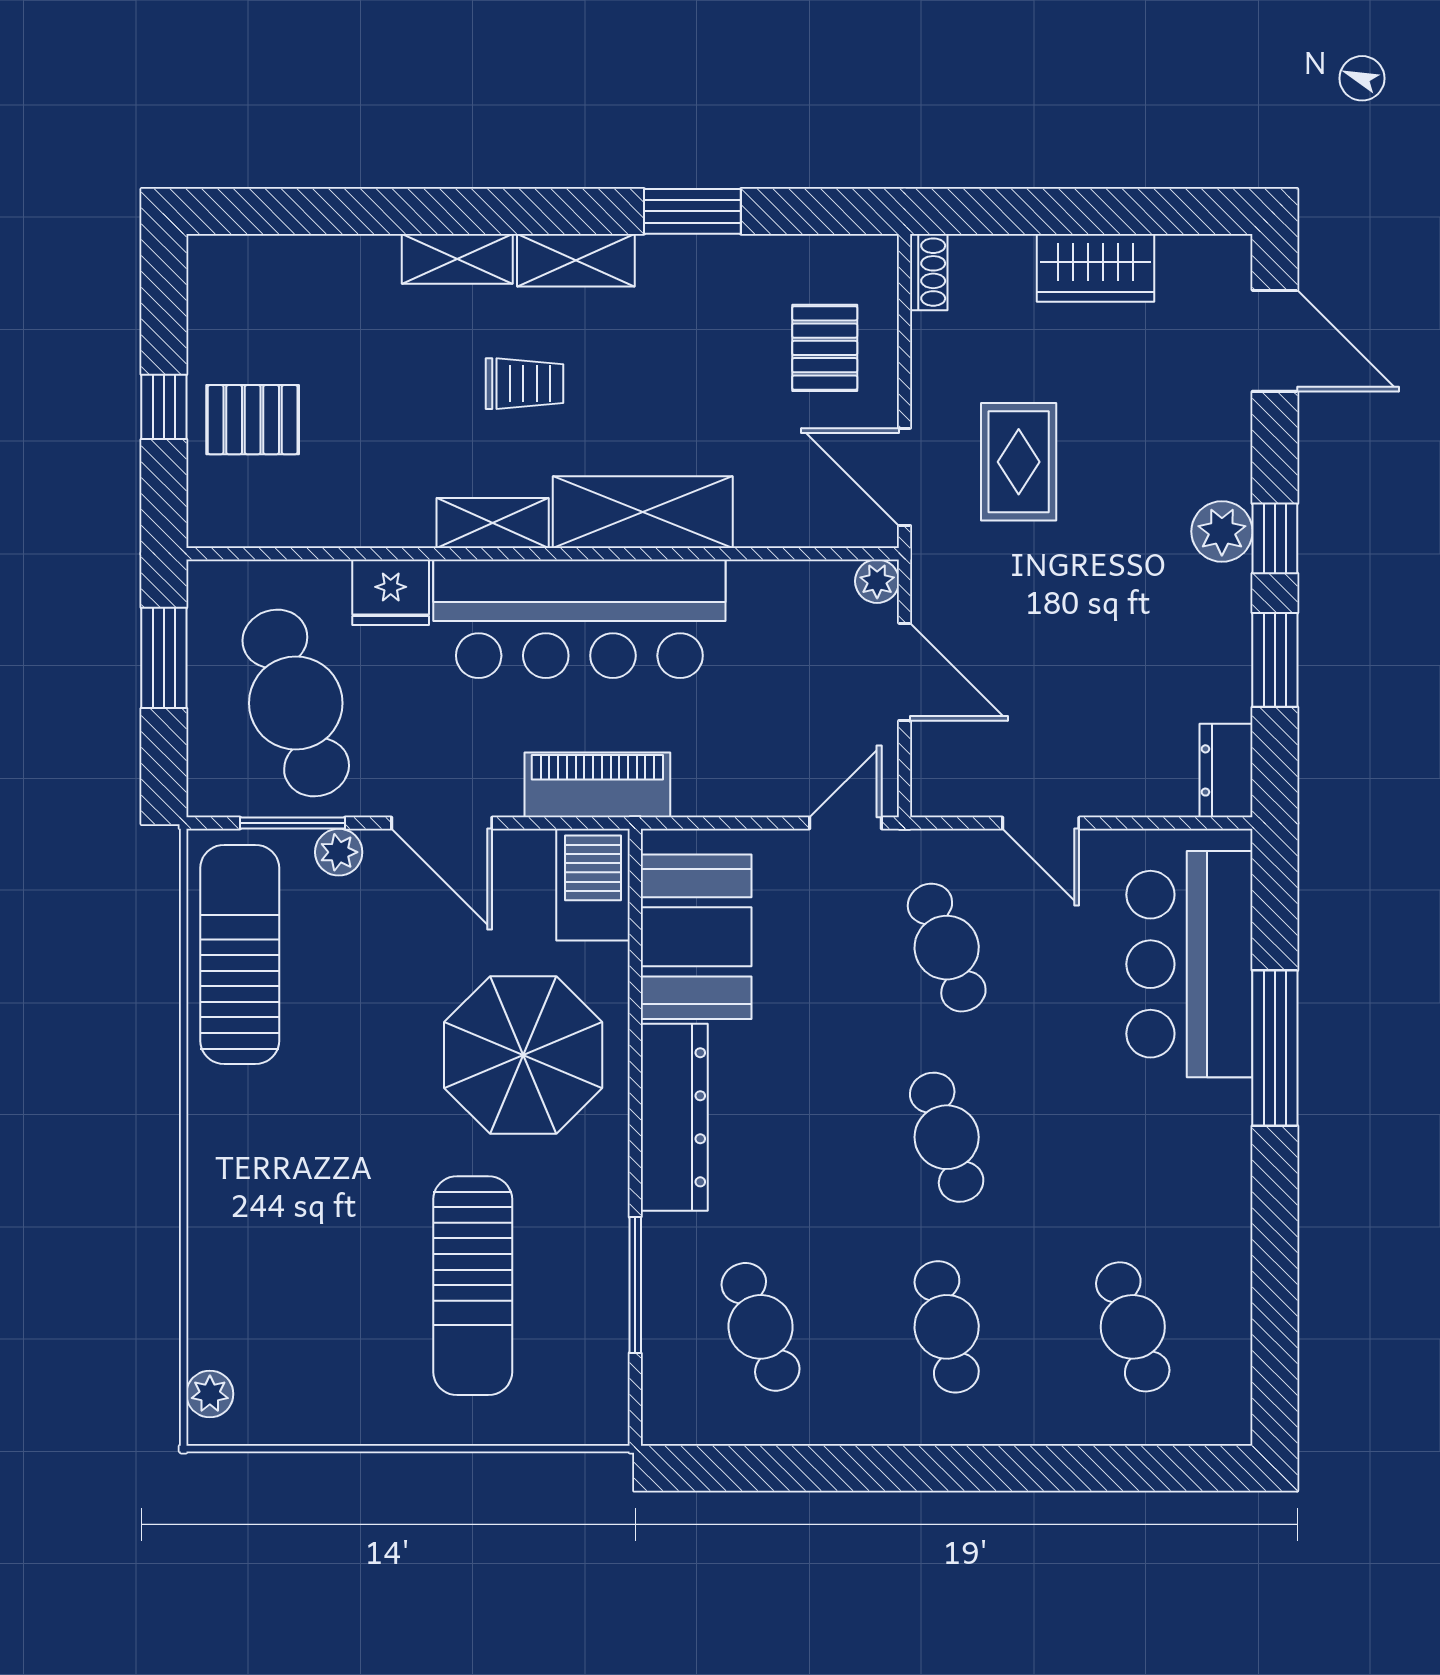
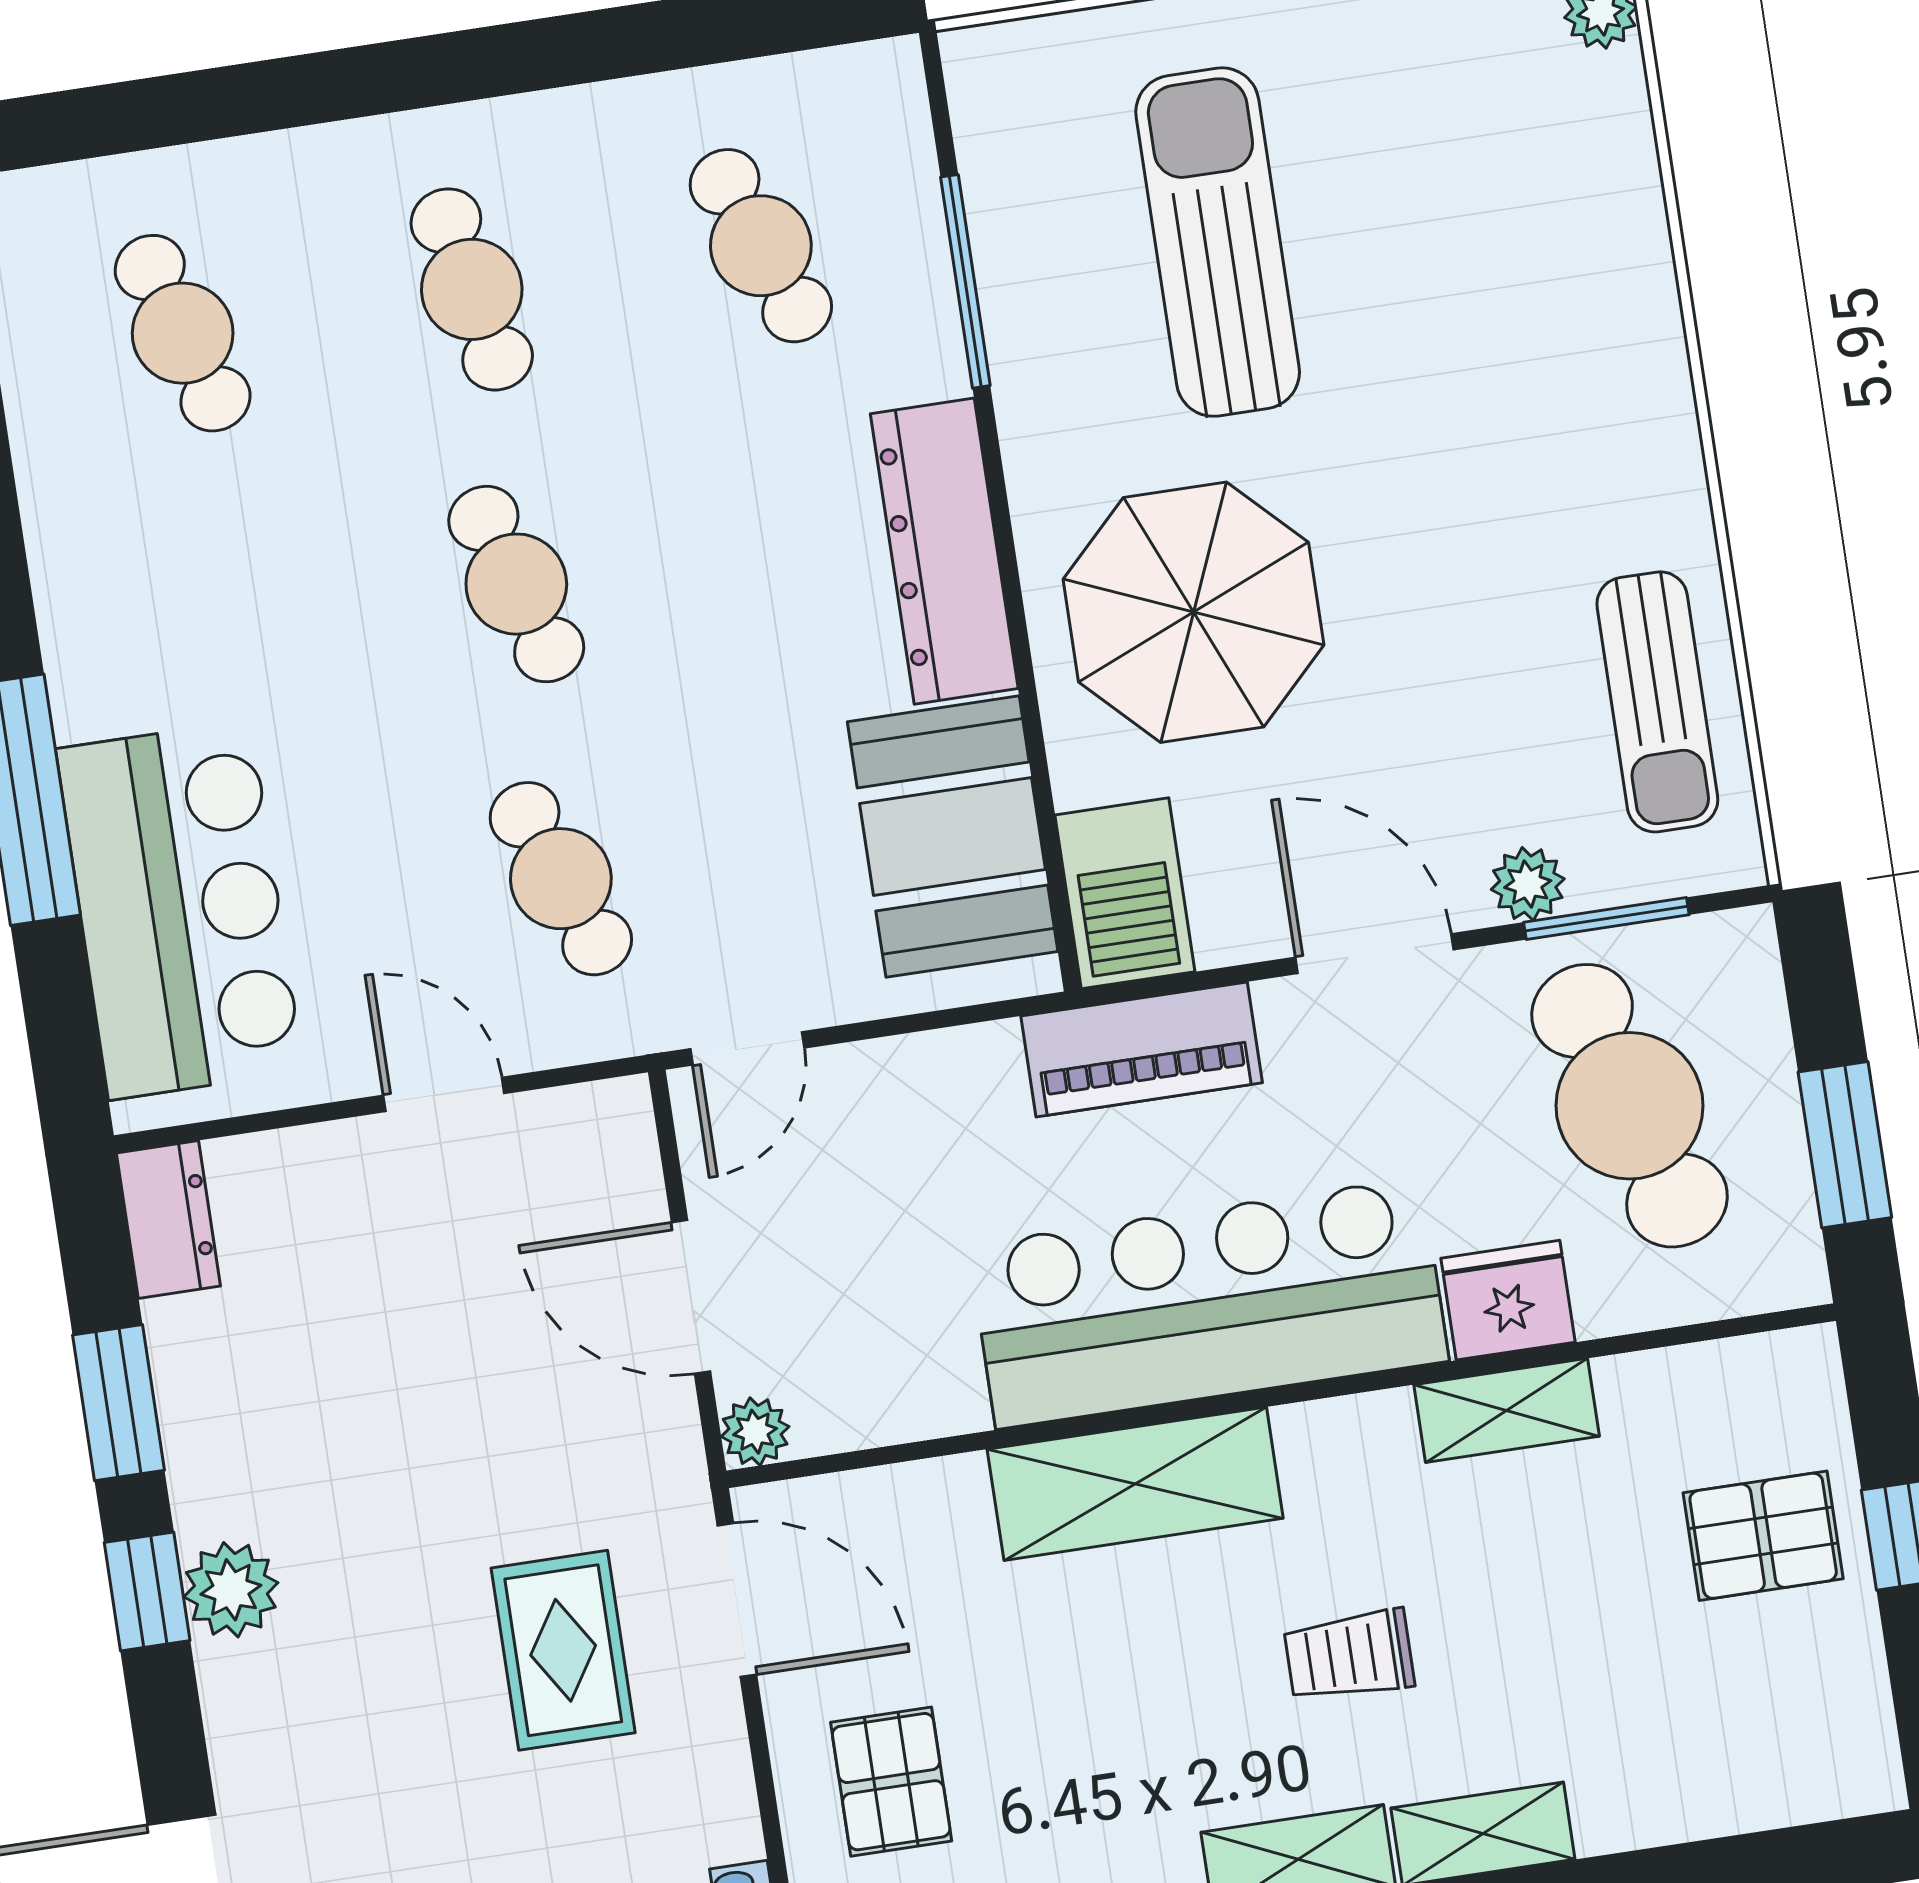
shelving: (493, 523) -> (1507, 1410), moved
sun lounger: (240, 954) -> (1657, 702), width x0.73, depth x0.75

